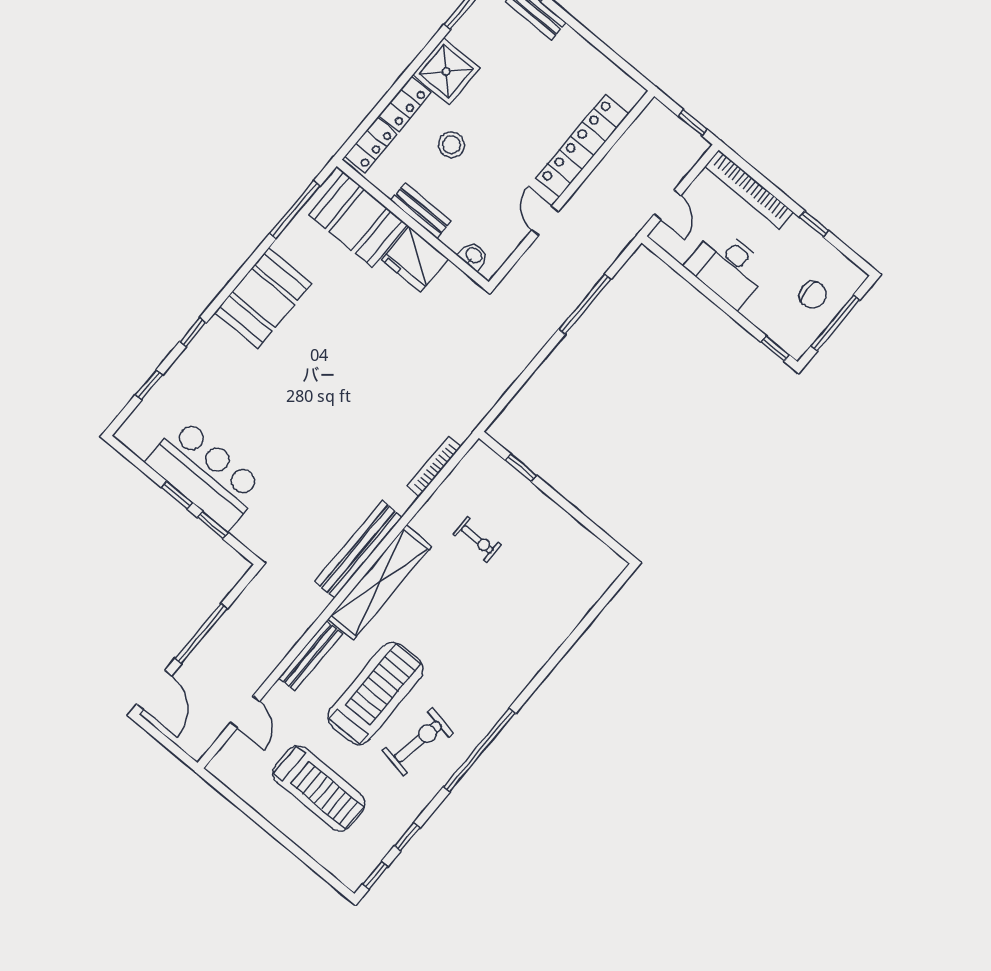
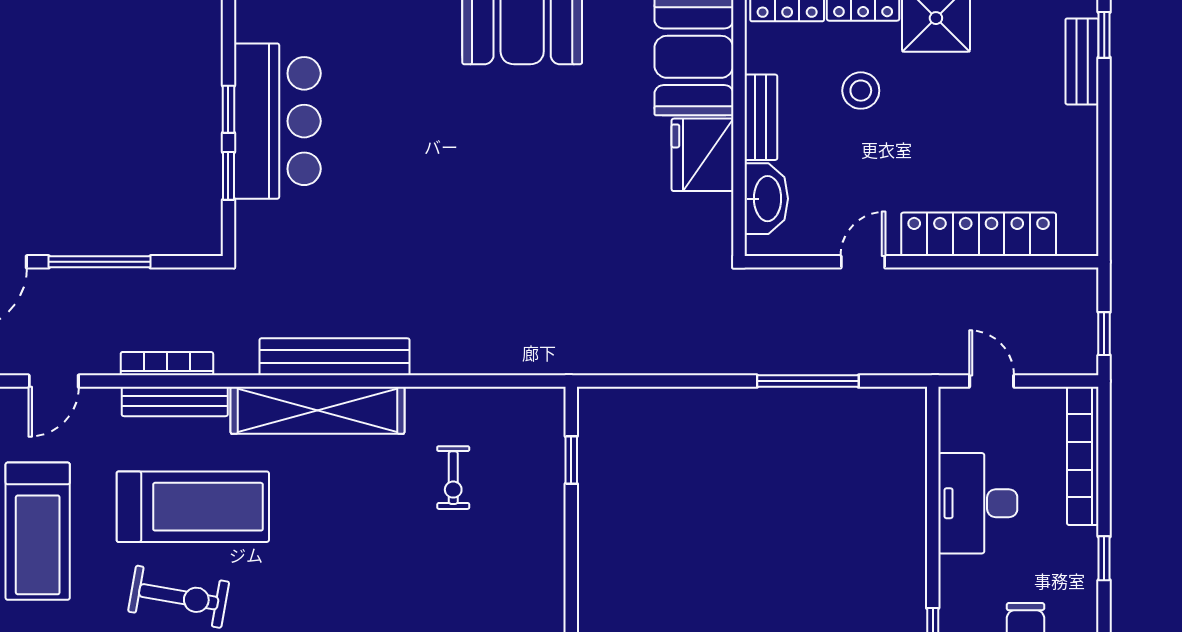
door: (668, 205) -> (992, 381), swing flipped
washbasin: (474, 256) -> (766, 199), width x1.91, depth x1.45
bookcase: (434, 466) -> (167, 364), moved

